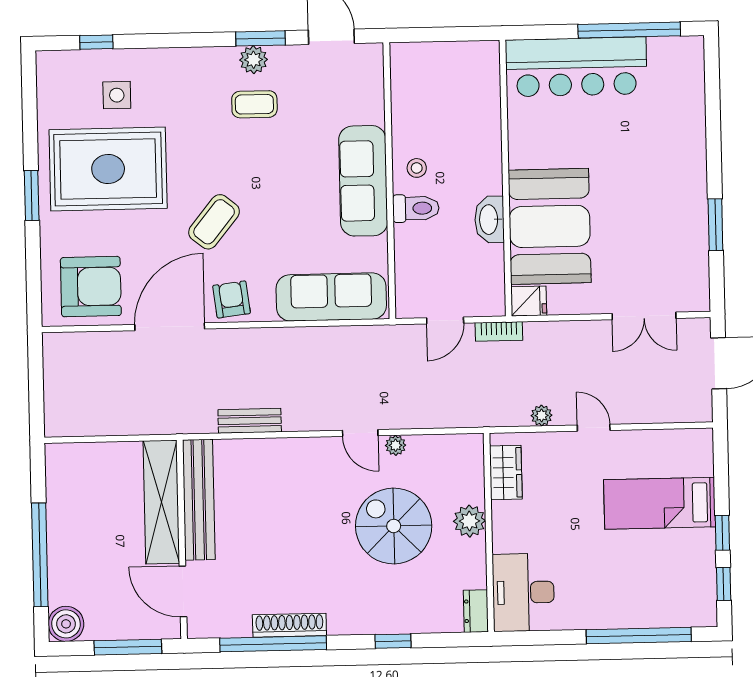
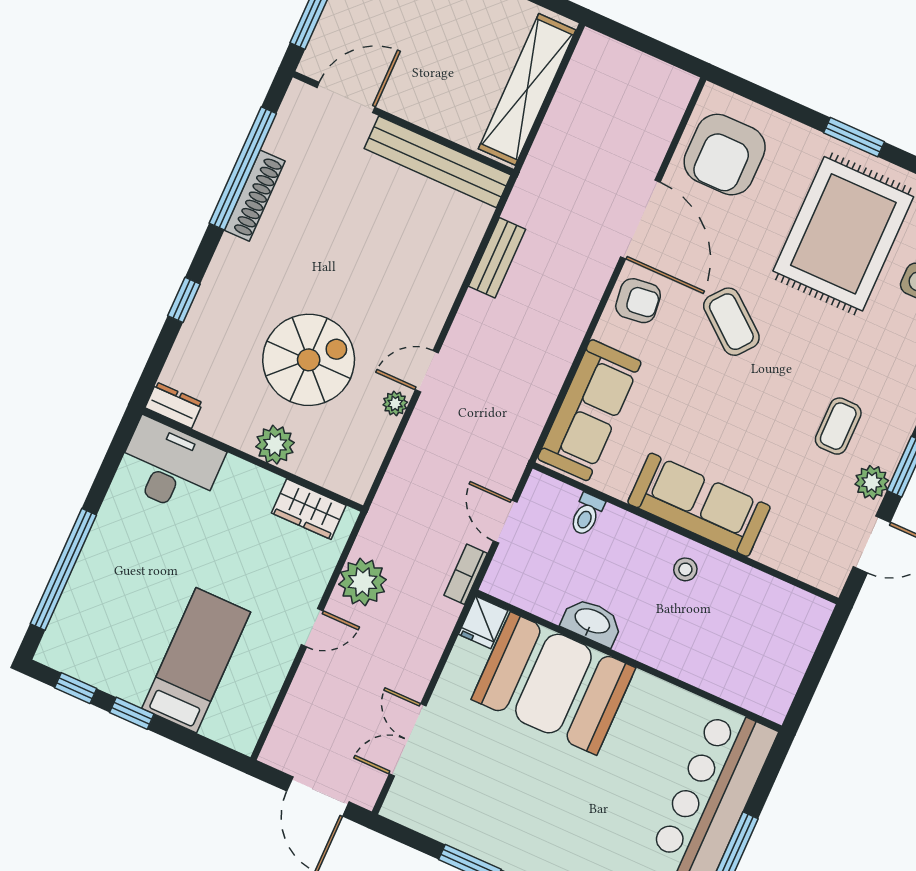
plant: (254, 60) -> (872, 482), moved
toilet: (416, 208) -> (587, 515), moved, width x0.73, depth x0.72
plant: (542, 415) -> (363, 582), width x1.87, depth x1.87
shelving: (161, 502) -> (527, 89), moved, turned 90

